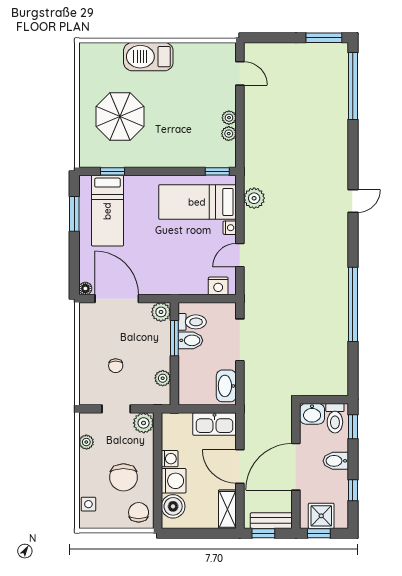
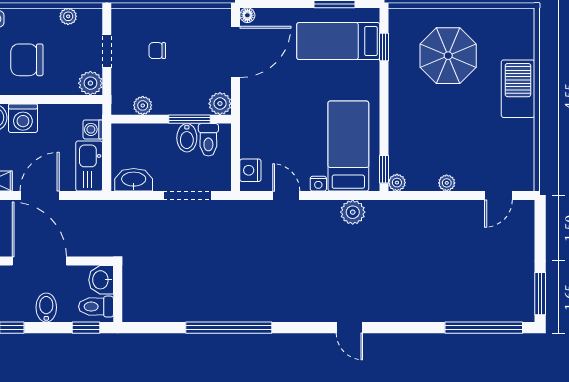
plant: (229, 134) -> (397, 183), moved
washing machine: (170, 459) -> (93, 129), moved, turned 90

